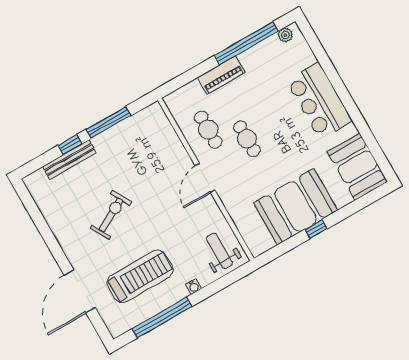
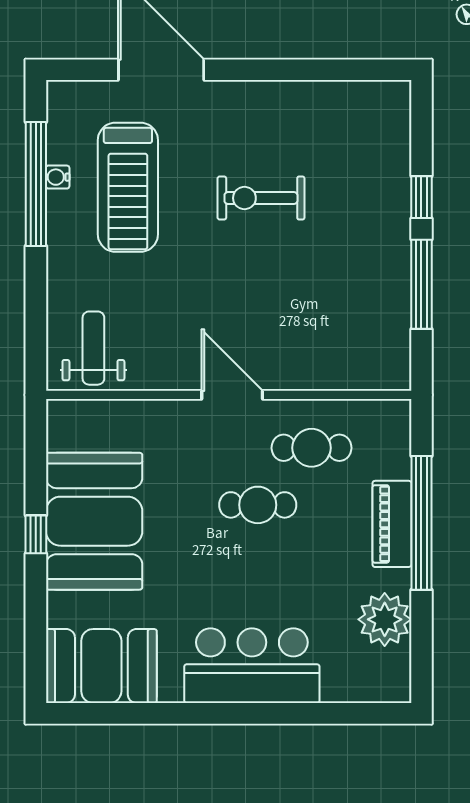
plant: (285, 35) -> (385, 619), moved, width x1.87, depth x1.87
window: (246, 43) -> (421, 523), moved
bench: (69, 160) -> (396, 181), removed
exercise bike: (111, 215) -> (261, 198), turned 119
weight bench: (219, 251) -> (93, 348), turned -90
water cooler: (194, 287) -> (58, 177), moved

